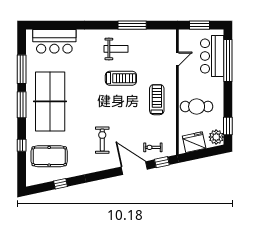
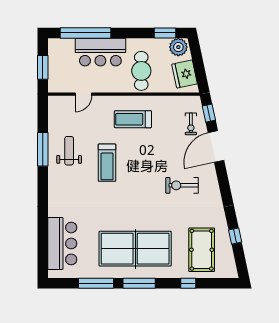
weight bench: (116, 49) -> (69, 151), moved
bar counter: (212, 56) -> (100, 52), moved
door: (177, 59) -> (84, 94), swing flipped
treadmill: (121, 78) -> (107, 163), turned 180

